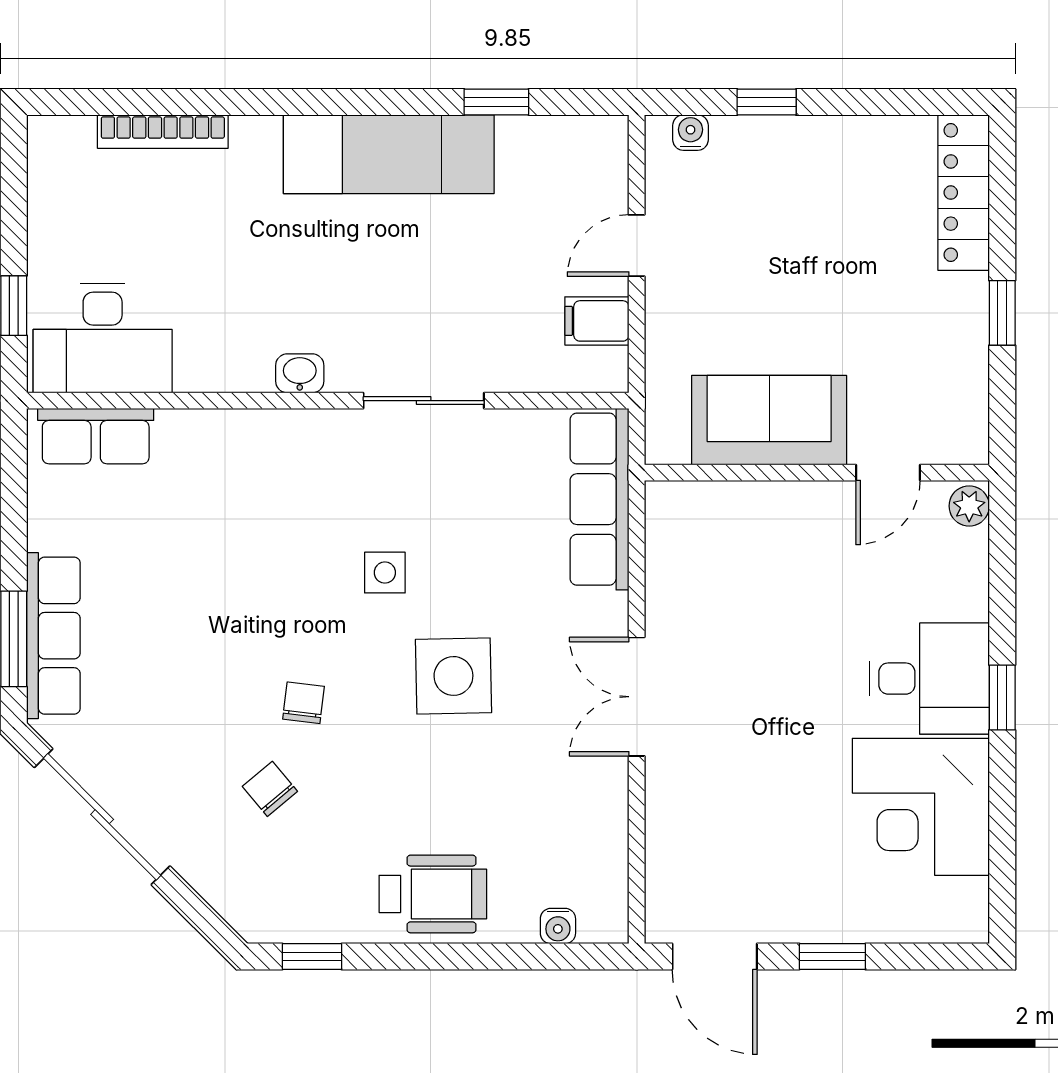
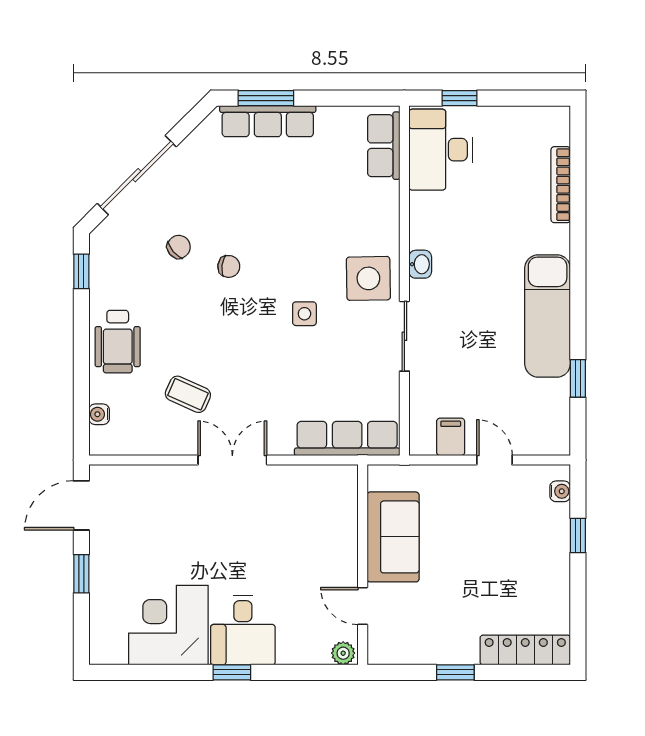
side table: (453, 676) -> (368, 278), moved
coffee table: (524, 773) -> (188, 394), added
sliding door: (102, 817) -> (137, 175), moved

